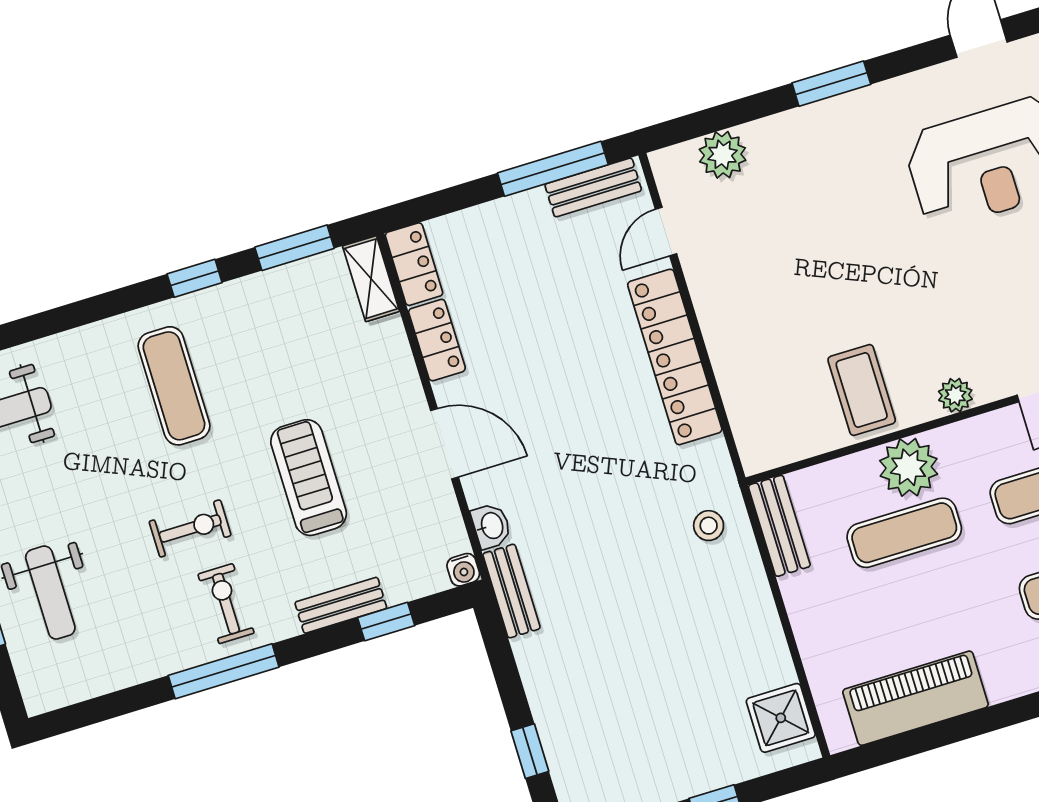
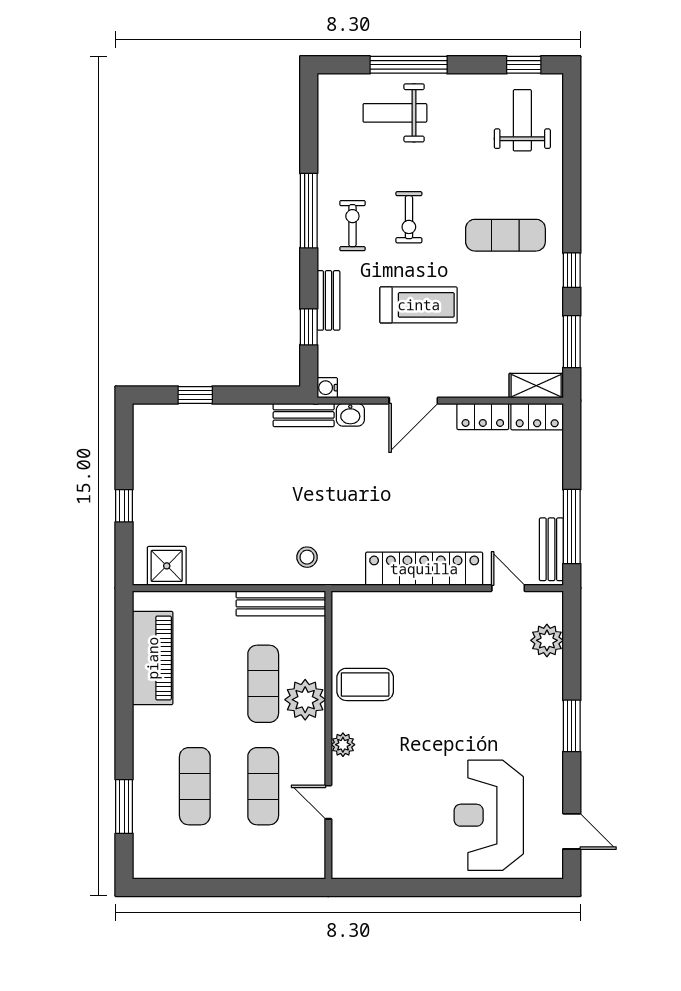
bench: (779, 526) -> (281, 603), width x1.36
exercise bike: (226, 604) -> (352, 226), turned -90

